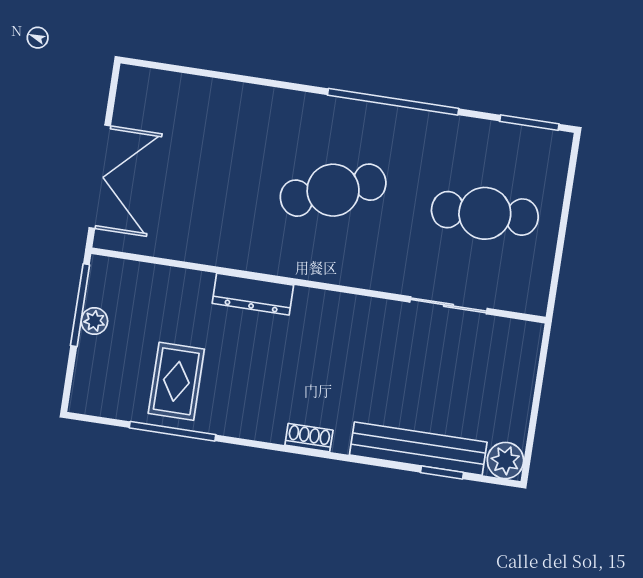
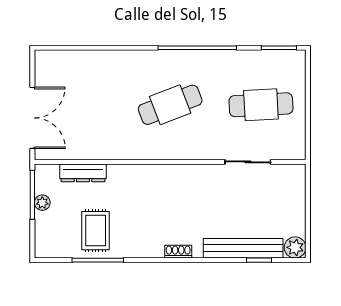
dresser: (253, 294) -> (83, 173), moved

